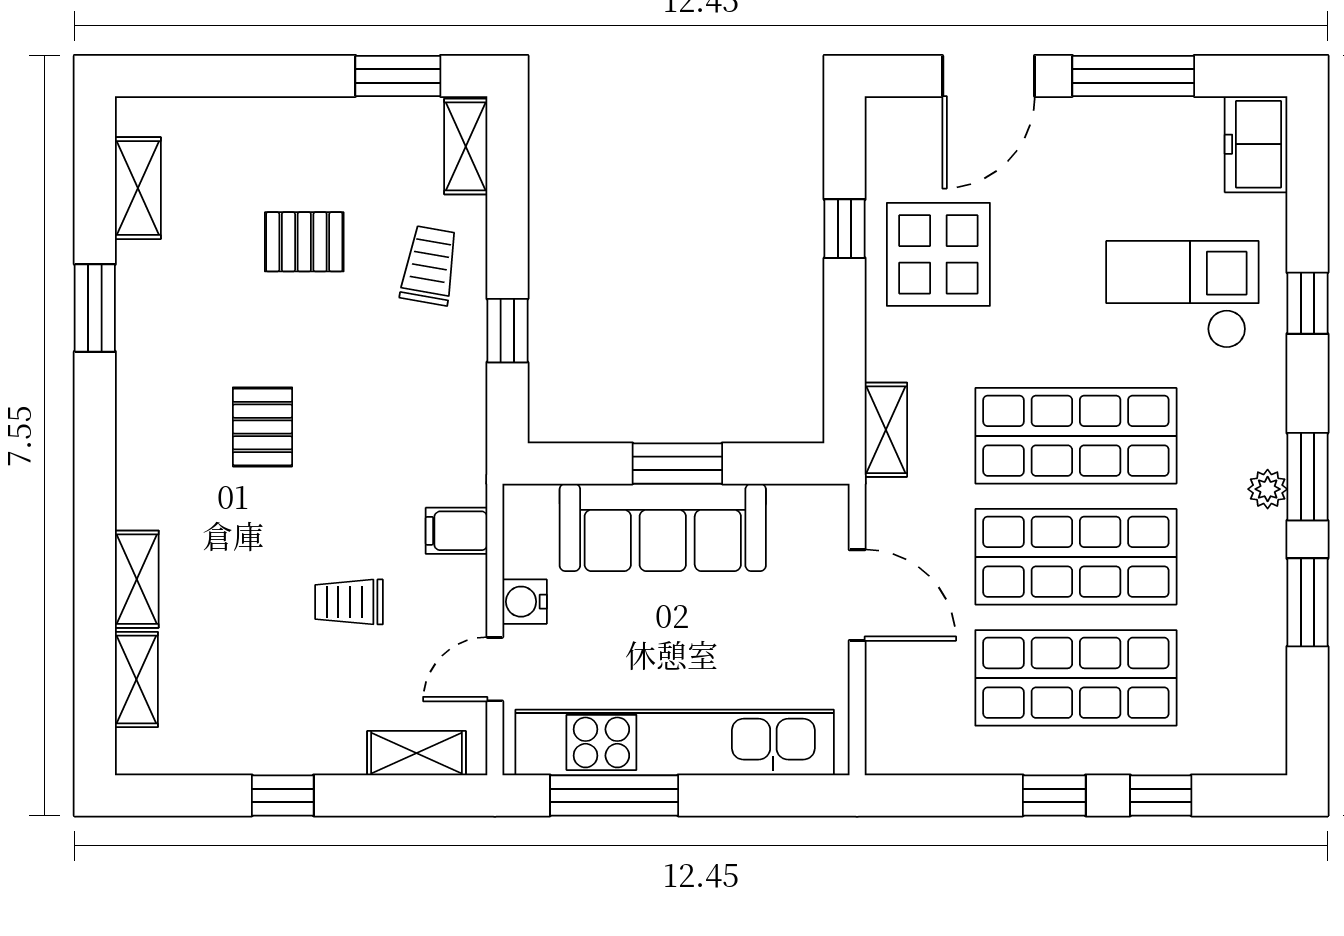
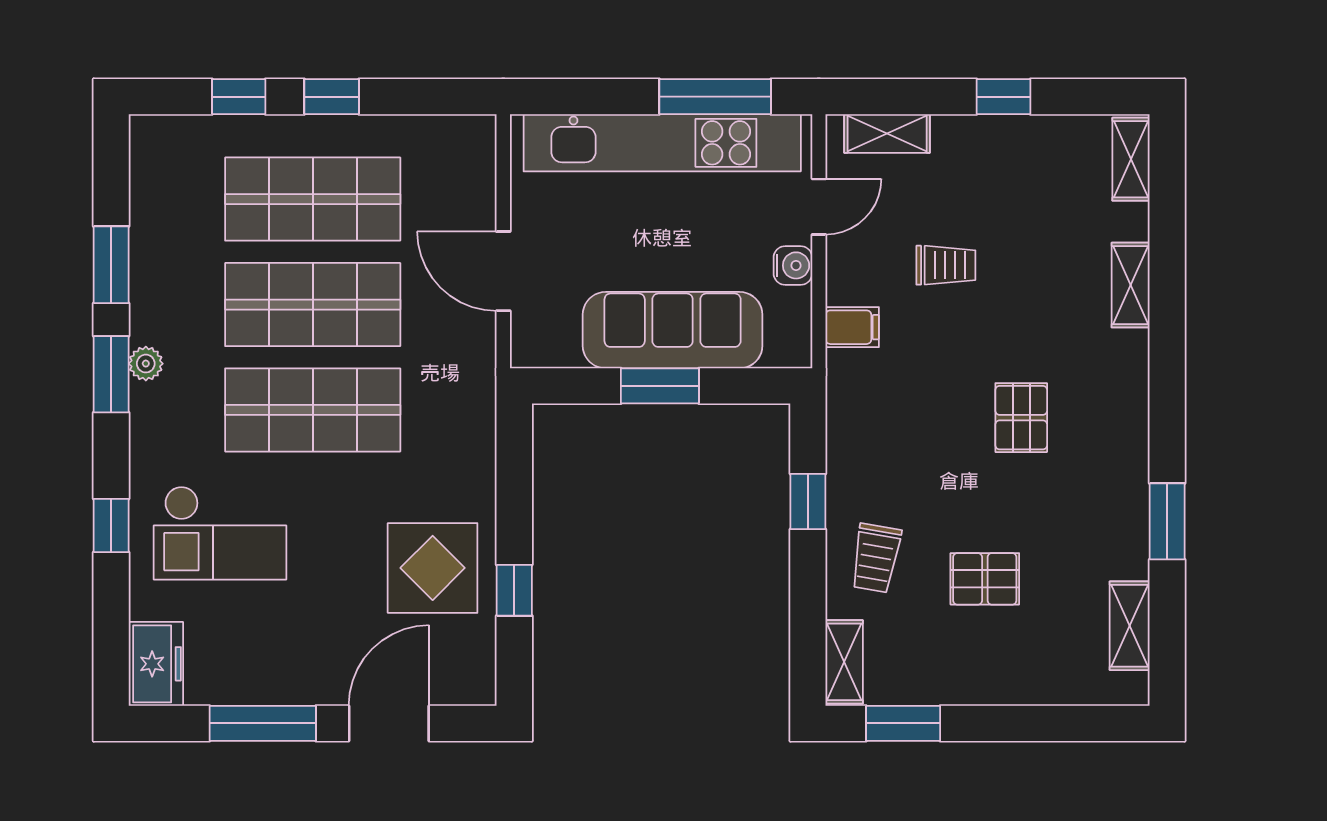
shelving: (886, 430) -> (478, 415), removed
shelving: (136, 680) -> (1131, 159), moved

